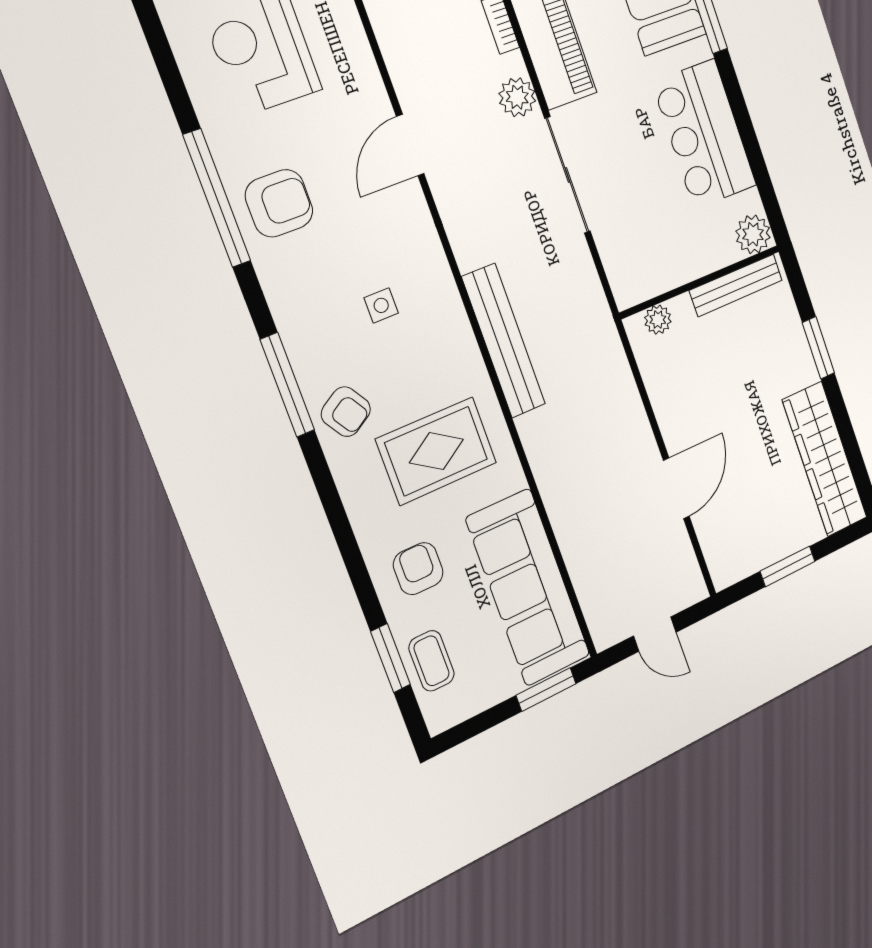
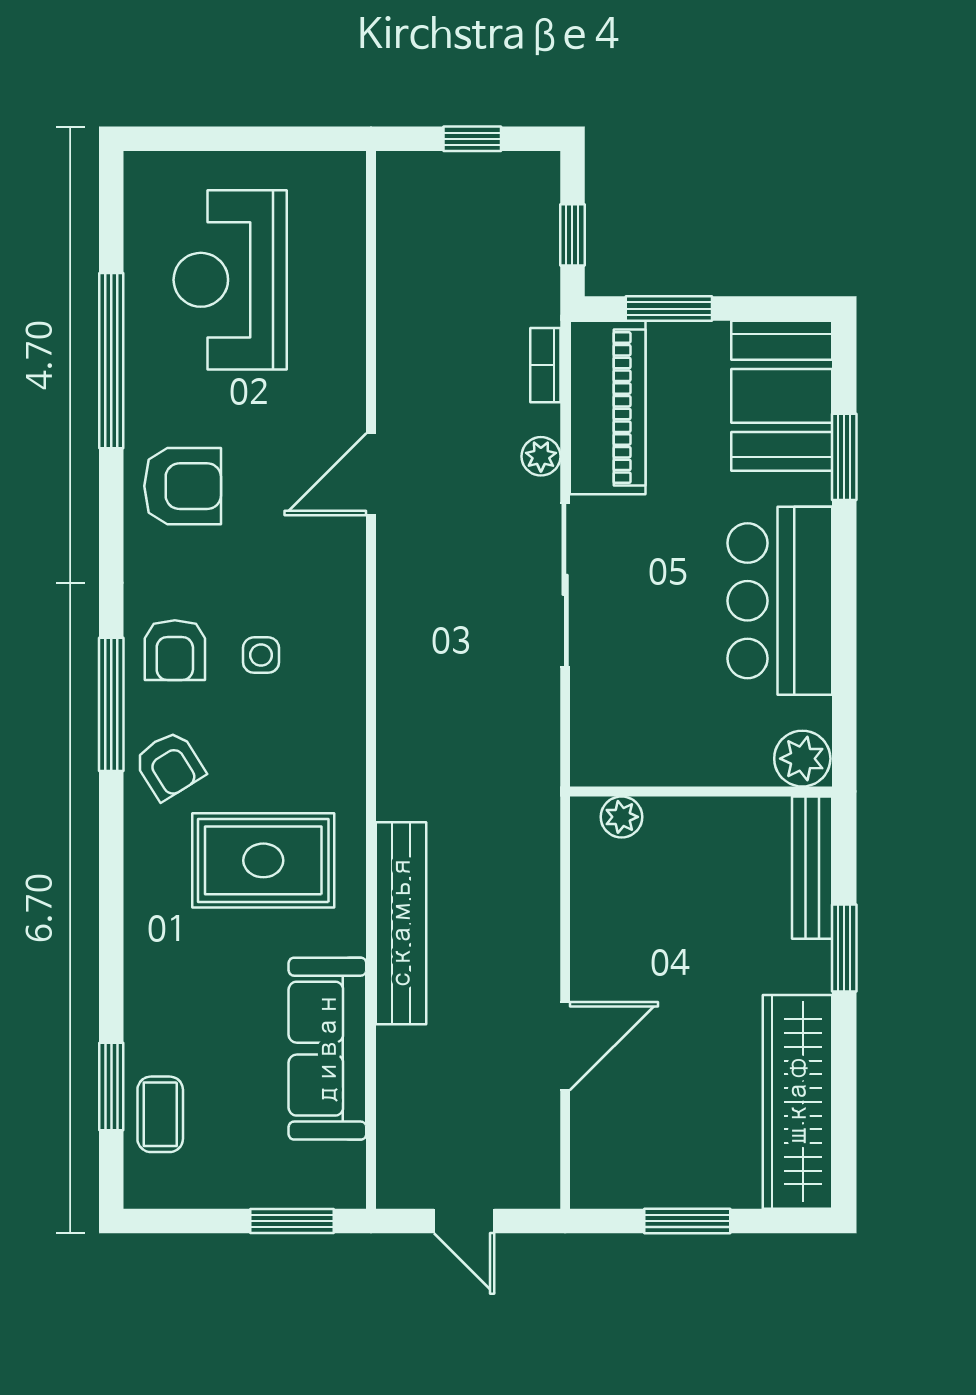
plant: (517, 97) -> (541, 456), width x0.73, depth x0.73
window: (217, 198) -> (111, 361), moved
bench: (736, 285) -> (812, 868), moved, turned 90
bench: (504, 341) -> (401, 923), moved
armchair: (418, 569) -> (175, 650), moved, turned 180
sofa: (528, 587) -> (327, 1049), width x0.74, depth x0.79

